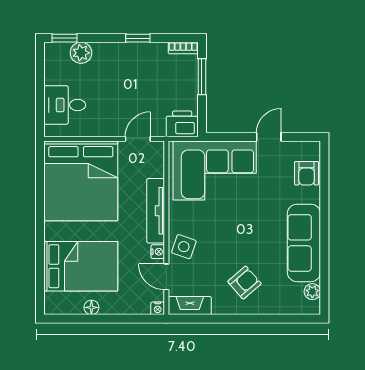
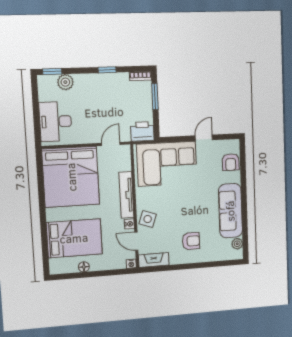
desk: (65, 105) -> (55, 122), width x1.37
armchair: (244, 283) -> (191, 241), turned 41

